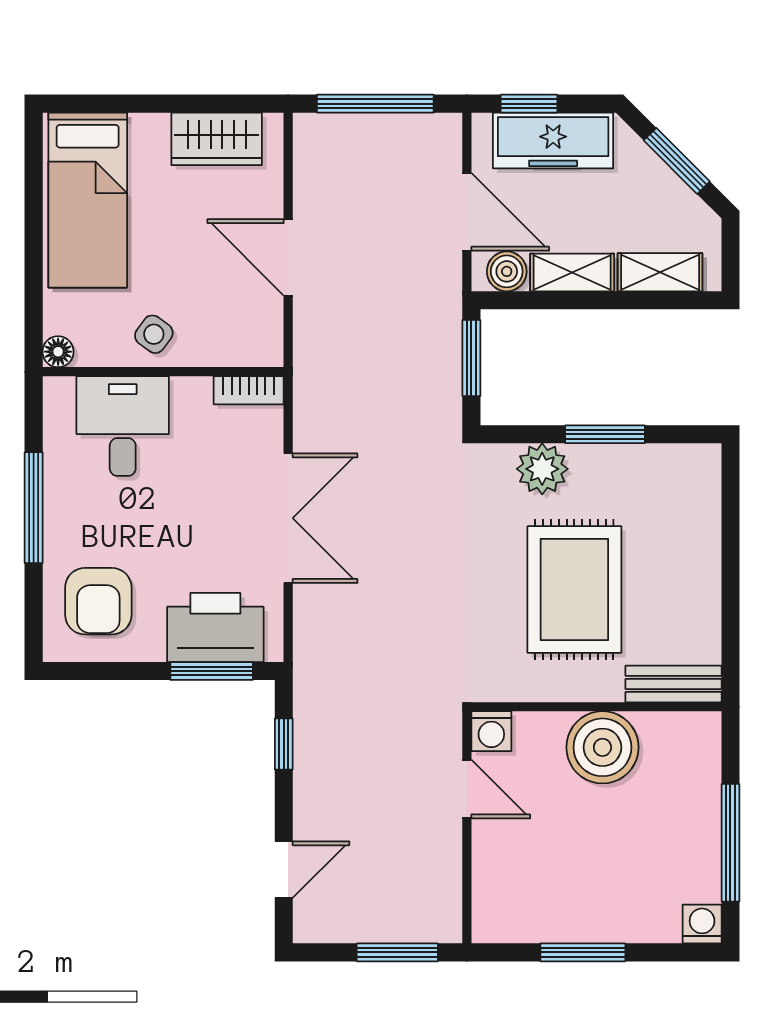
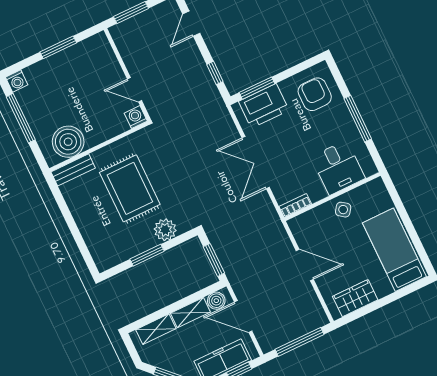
floor lamp: (58, 352) -> (377, 185), removed
boiler: (602, 747) -> (68, 142), moved

